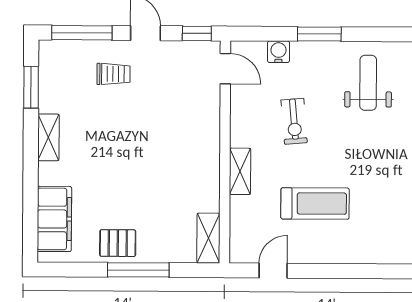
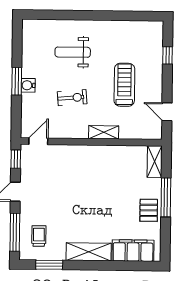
water cooler: (279, 52) -> (28, 85), moved
trolley: (114, 74) -> (39, 236), moved
weight bench: (368, 83) -> (73, 52), moved
shelving: (48, 137) -> (89, 252), width x1.50, depth x1.33
shelving: (208, 238) -> (155, 162), moved, turned 90
window: (362, 271) -> (168, 55), added

